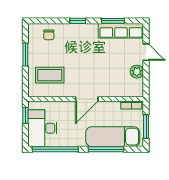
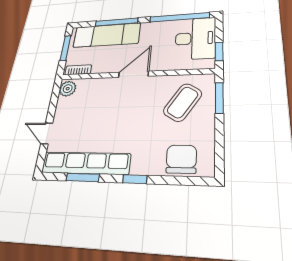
row of seats: (121, 31) -> (86, 163), width x1.36
chair: (49, 35) -> (181, 159), width x1.87, depth x1.87
window: (25, 54) -> (219, 98), moved
plant: (137, 72) -> (68, 89), moved
coffee table: (50, 75) -> (183, 102), turned -57

